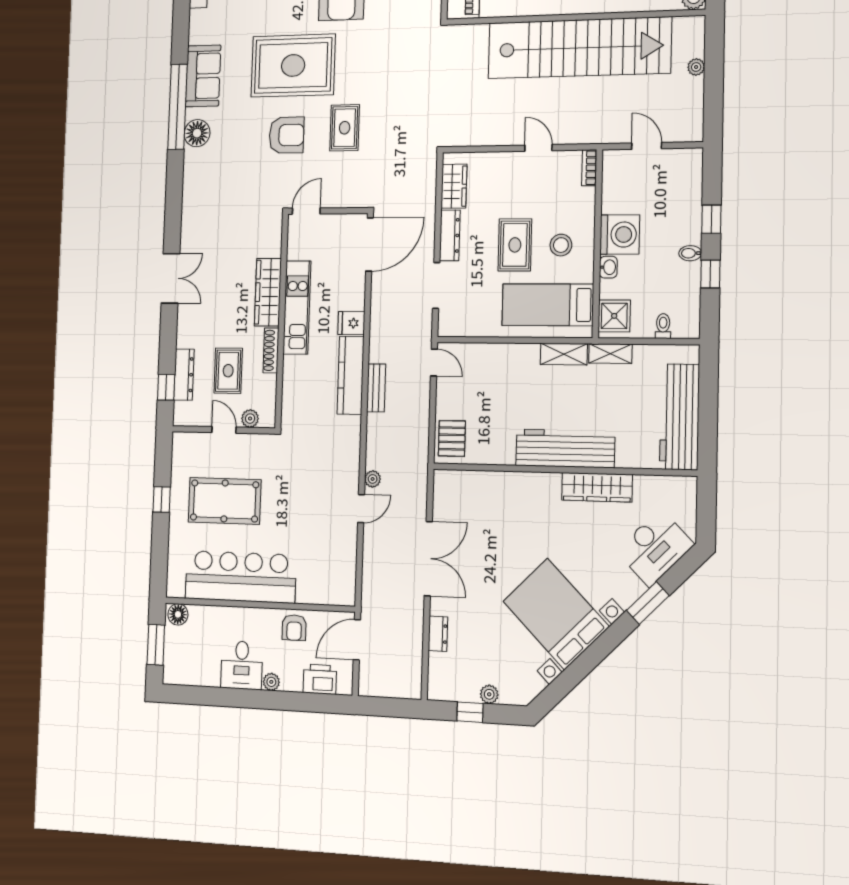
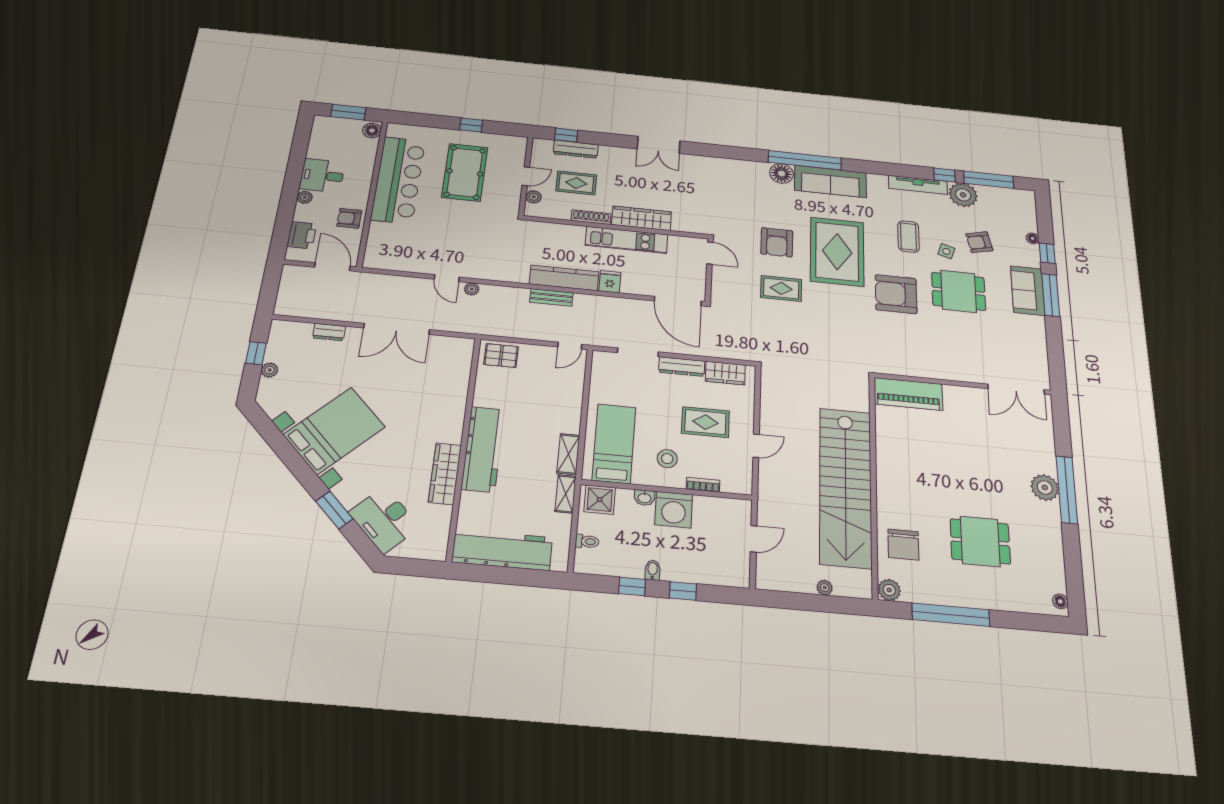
sofa: (203, 76) -> (830, 182), width x1.36
bookcase: (589, 168) -> (703, 485), moved
rug: (515, 245) -> (705, 422), moved

